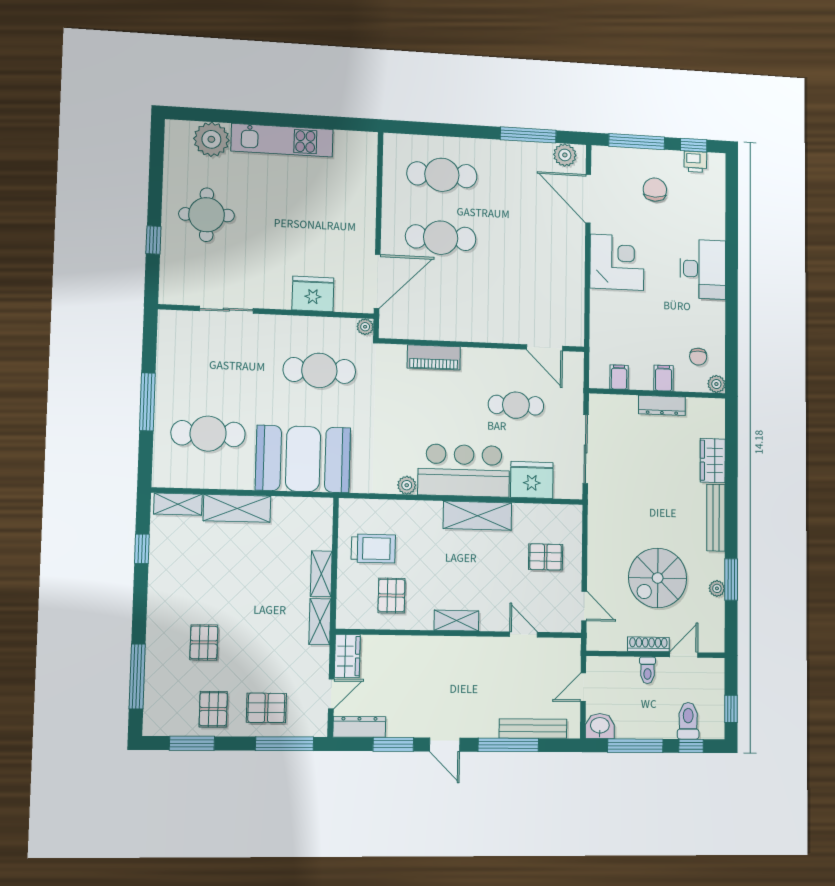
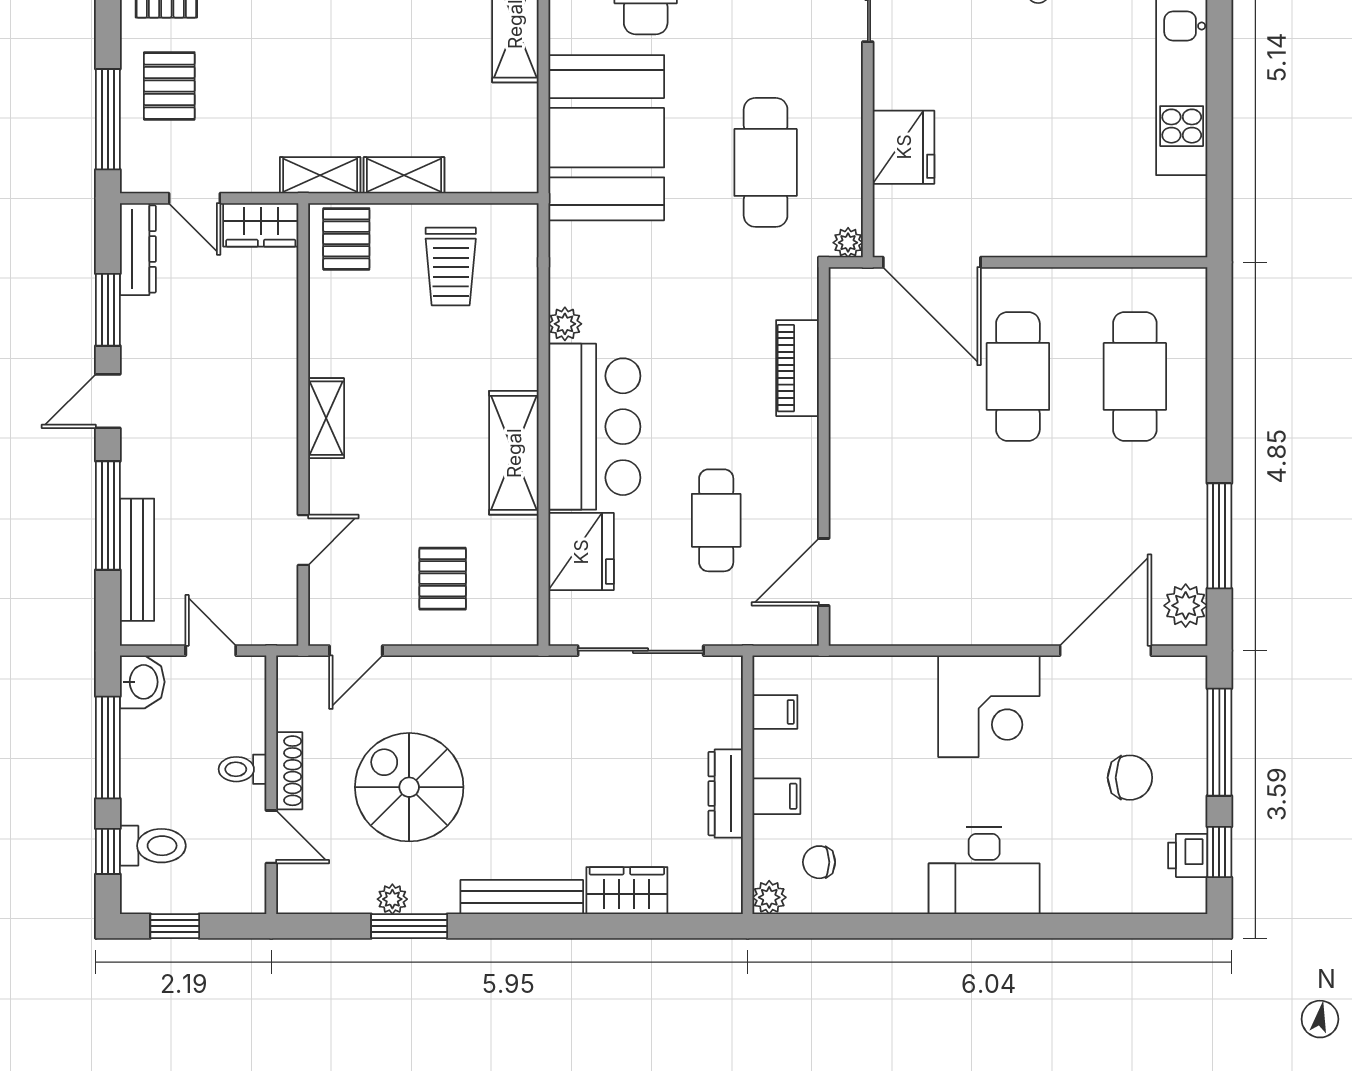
pallet: (391, 596) -> (346, 239), moved, turned 90

